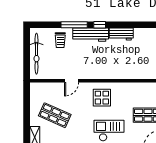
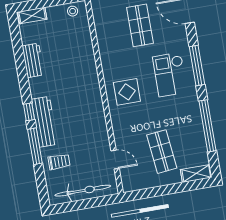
workbench: (121, 34) -> (33, 60), moved
door: (72, 81) -> (115, 160), moved
shop shelf: (55, 115) -> (162, 152), turned -30

